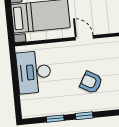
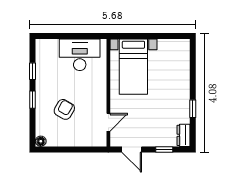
door: (84, 38) -> (108, 122), moved

